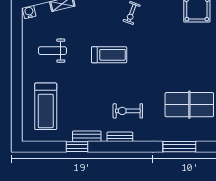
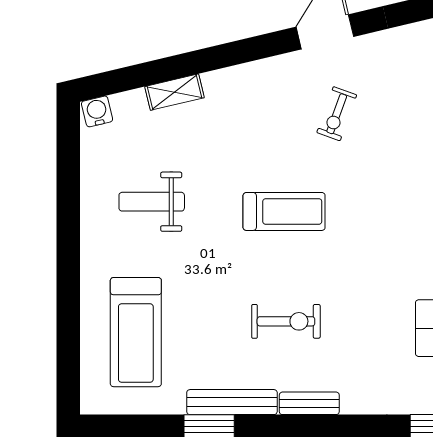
exercise bike: (128, 111) -> (286, 321), moved, turned 180
bench: (87, 136) -> (232, 402), width x1.36

